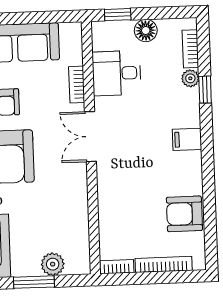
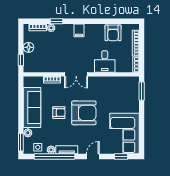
desk: (116, 73) -> (105, 61), moved
plant: (53, 264) -> (134, 94), removed
window: (34, 282) -> (142, 91), moved

